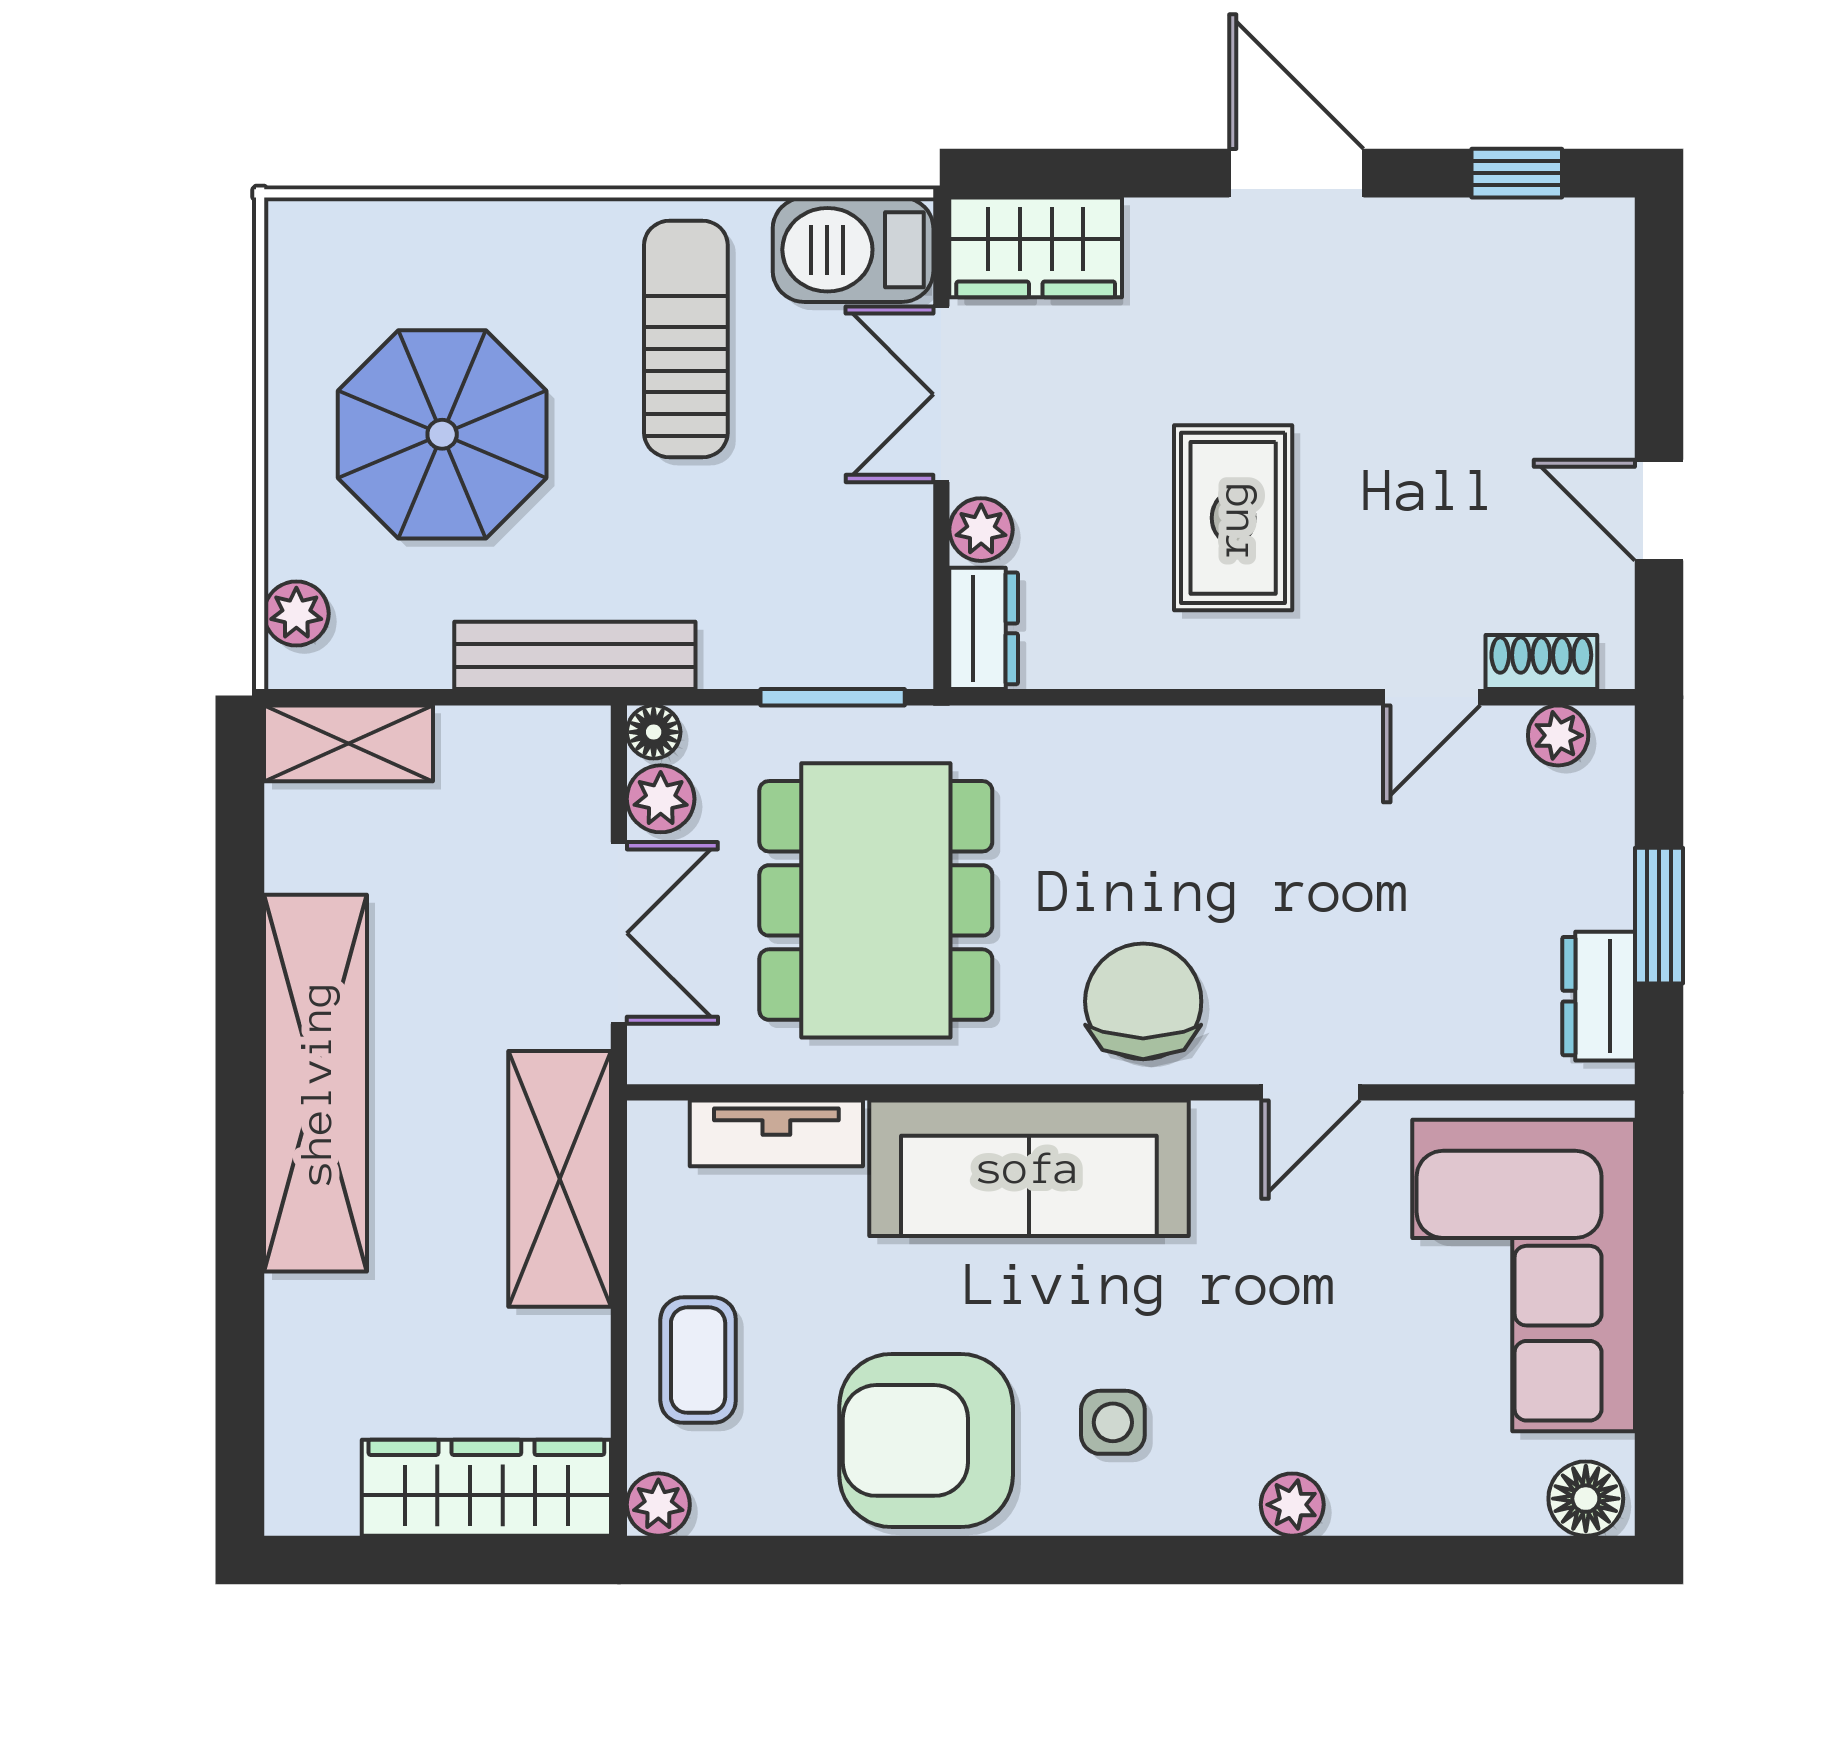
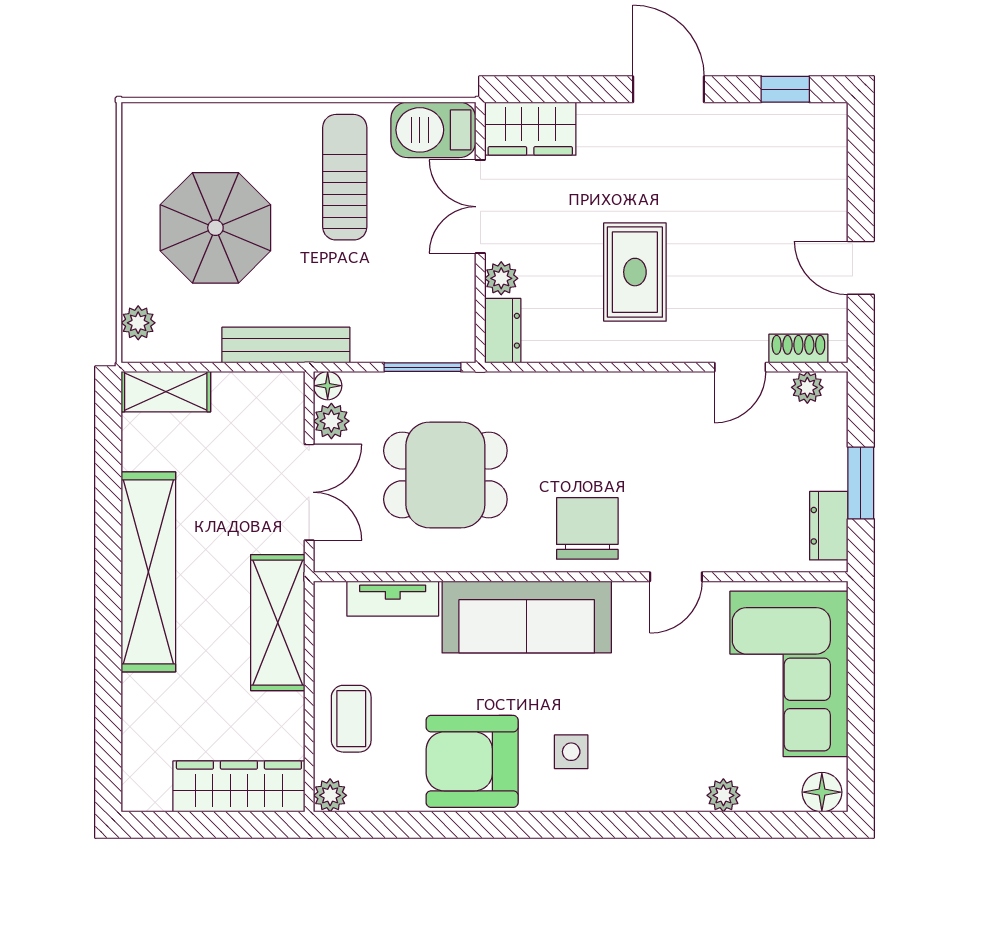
dining table: (876, 900) -> (445, 475), width x0.73
plant: (1292, 1505) -> (723, 795), moved

